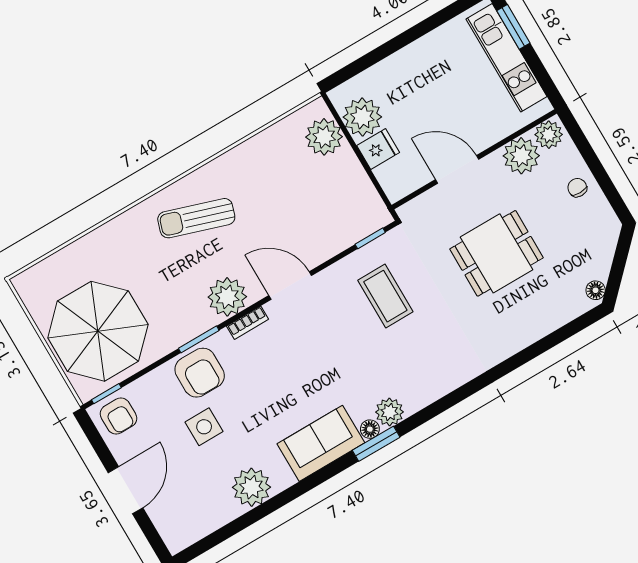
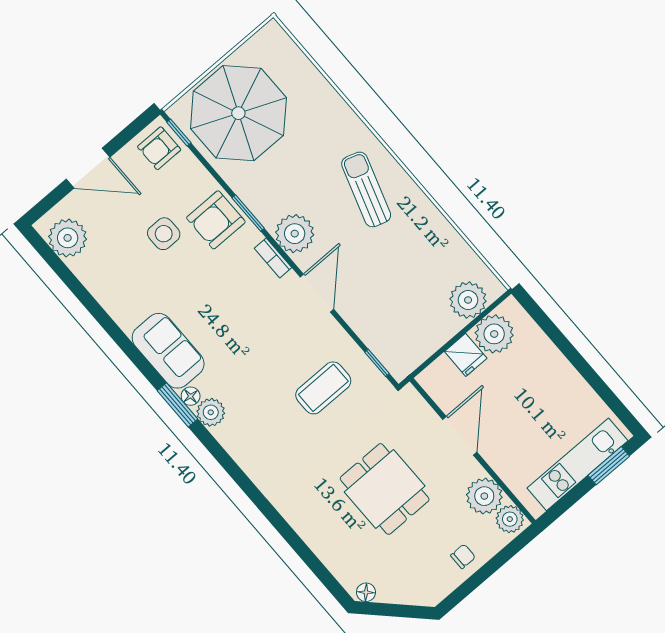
plant: (251, 487) -> (68, 238), moved

